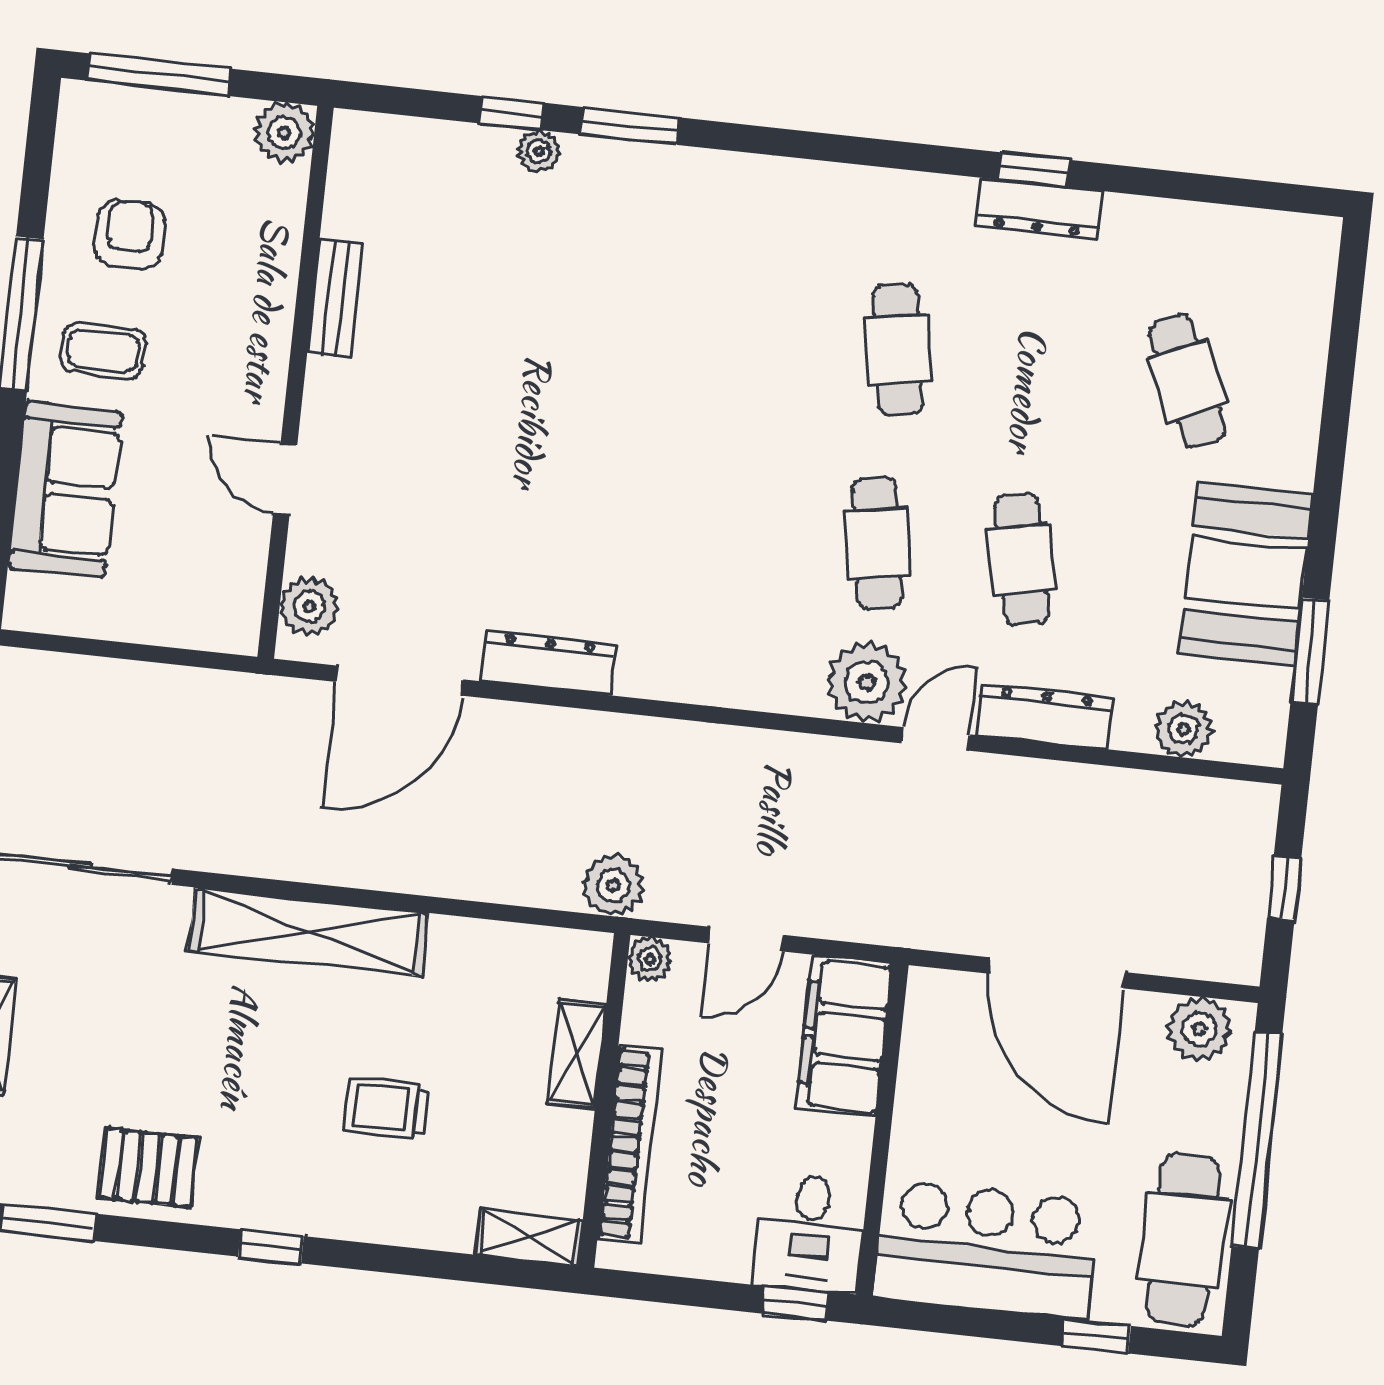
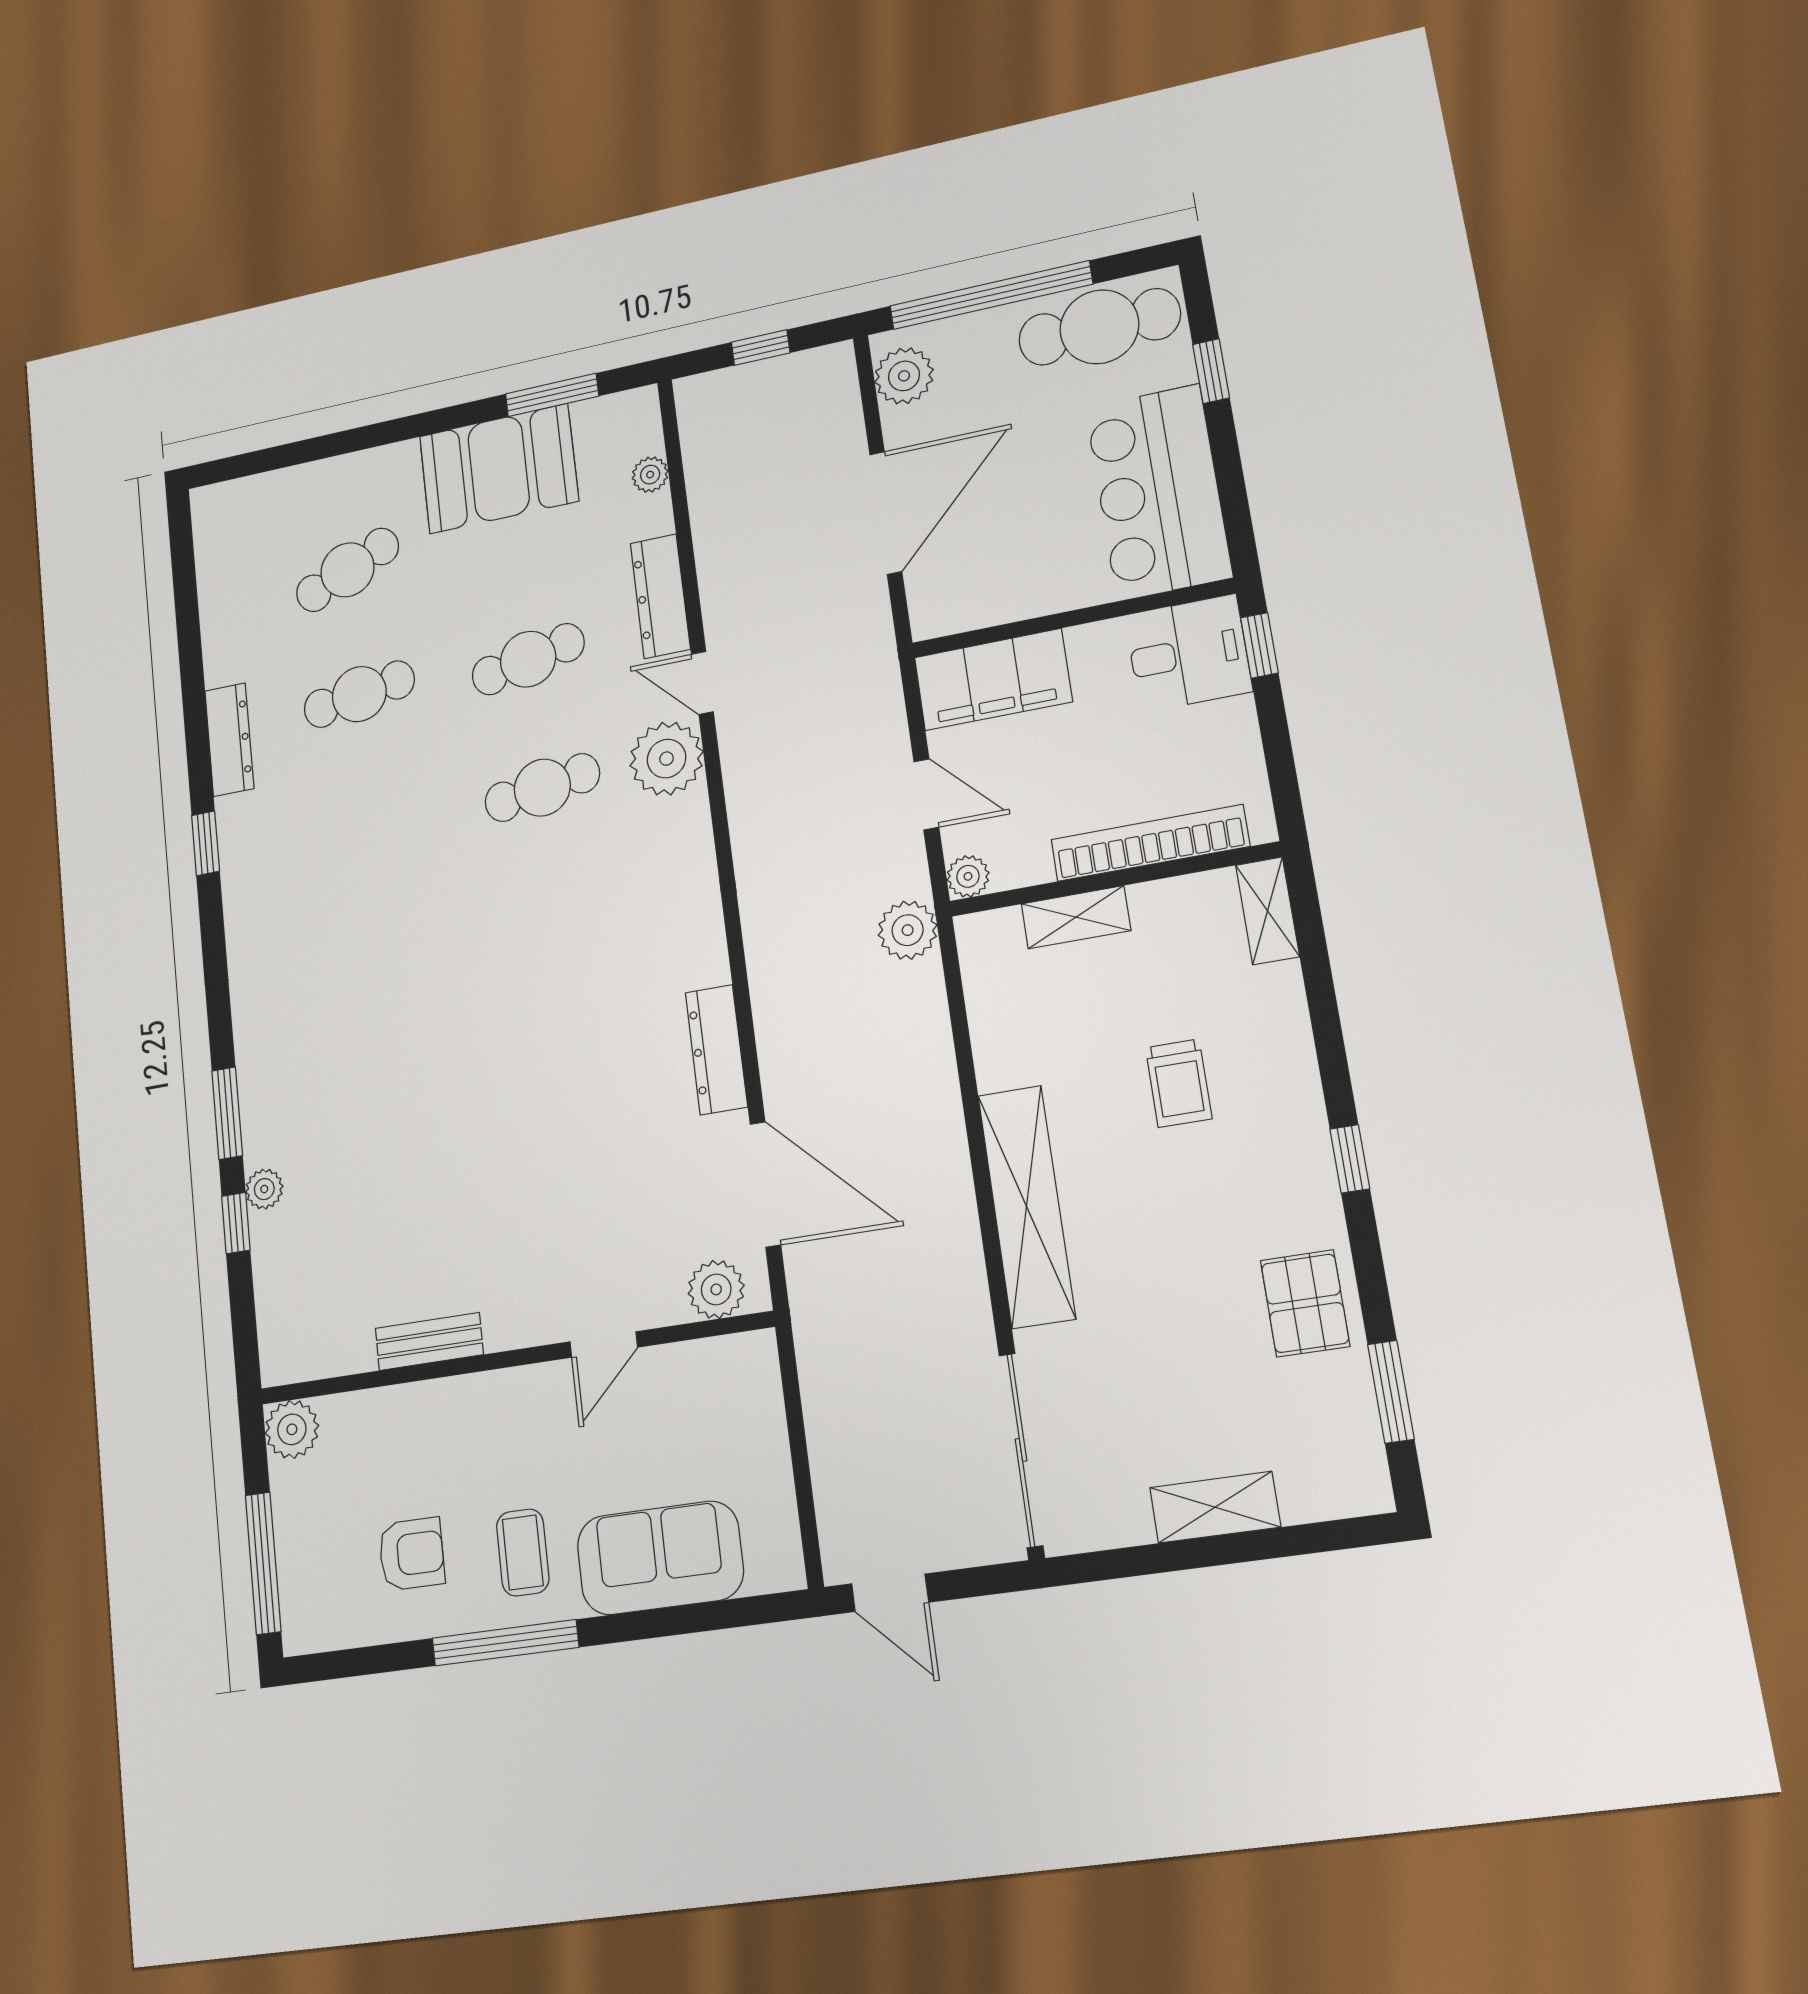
window: (1034, 170) -> (206, 843), moved
armchair: (130, 235) -> (412, 1554), turned 180
cafe table: (898, 350) -> (359, 694), moved
plant: (1184, 729) -> (650, 475), width x0.73, depth x0.73

